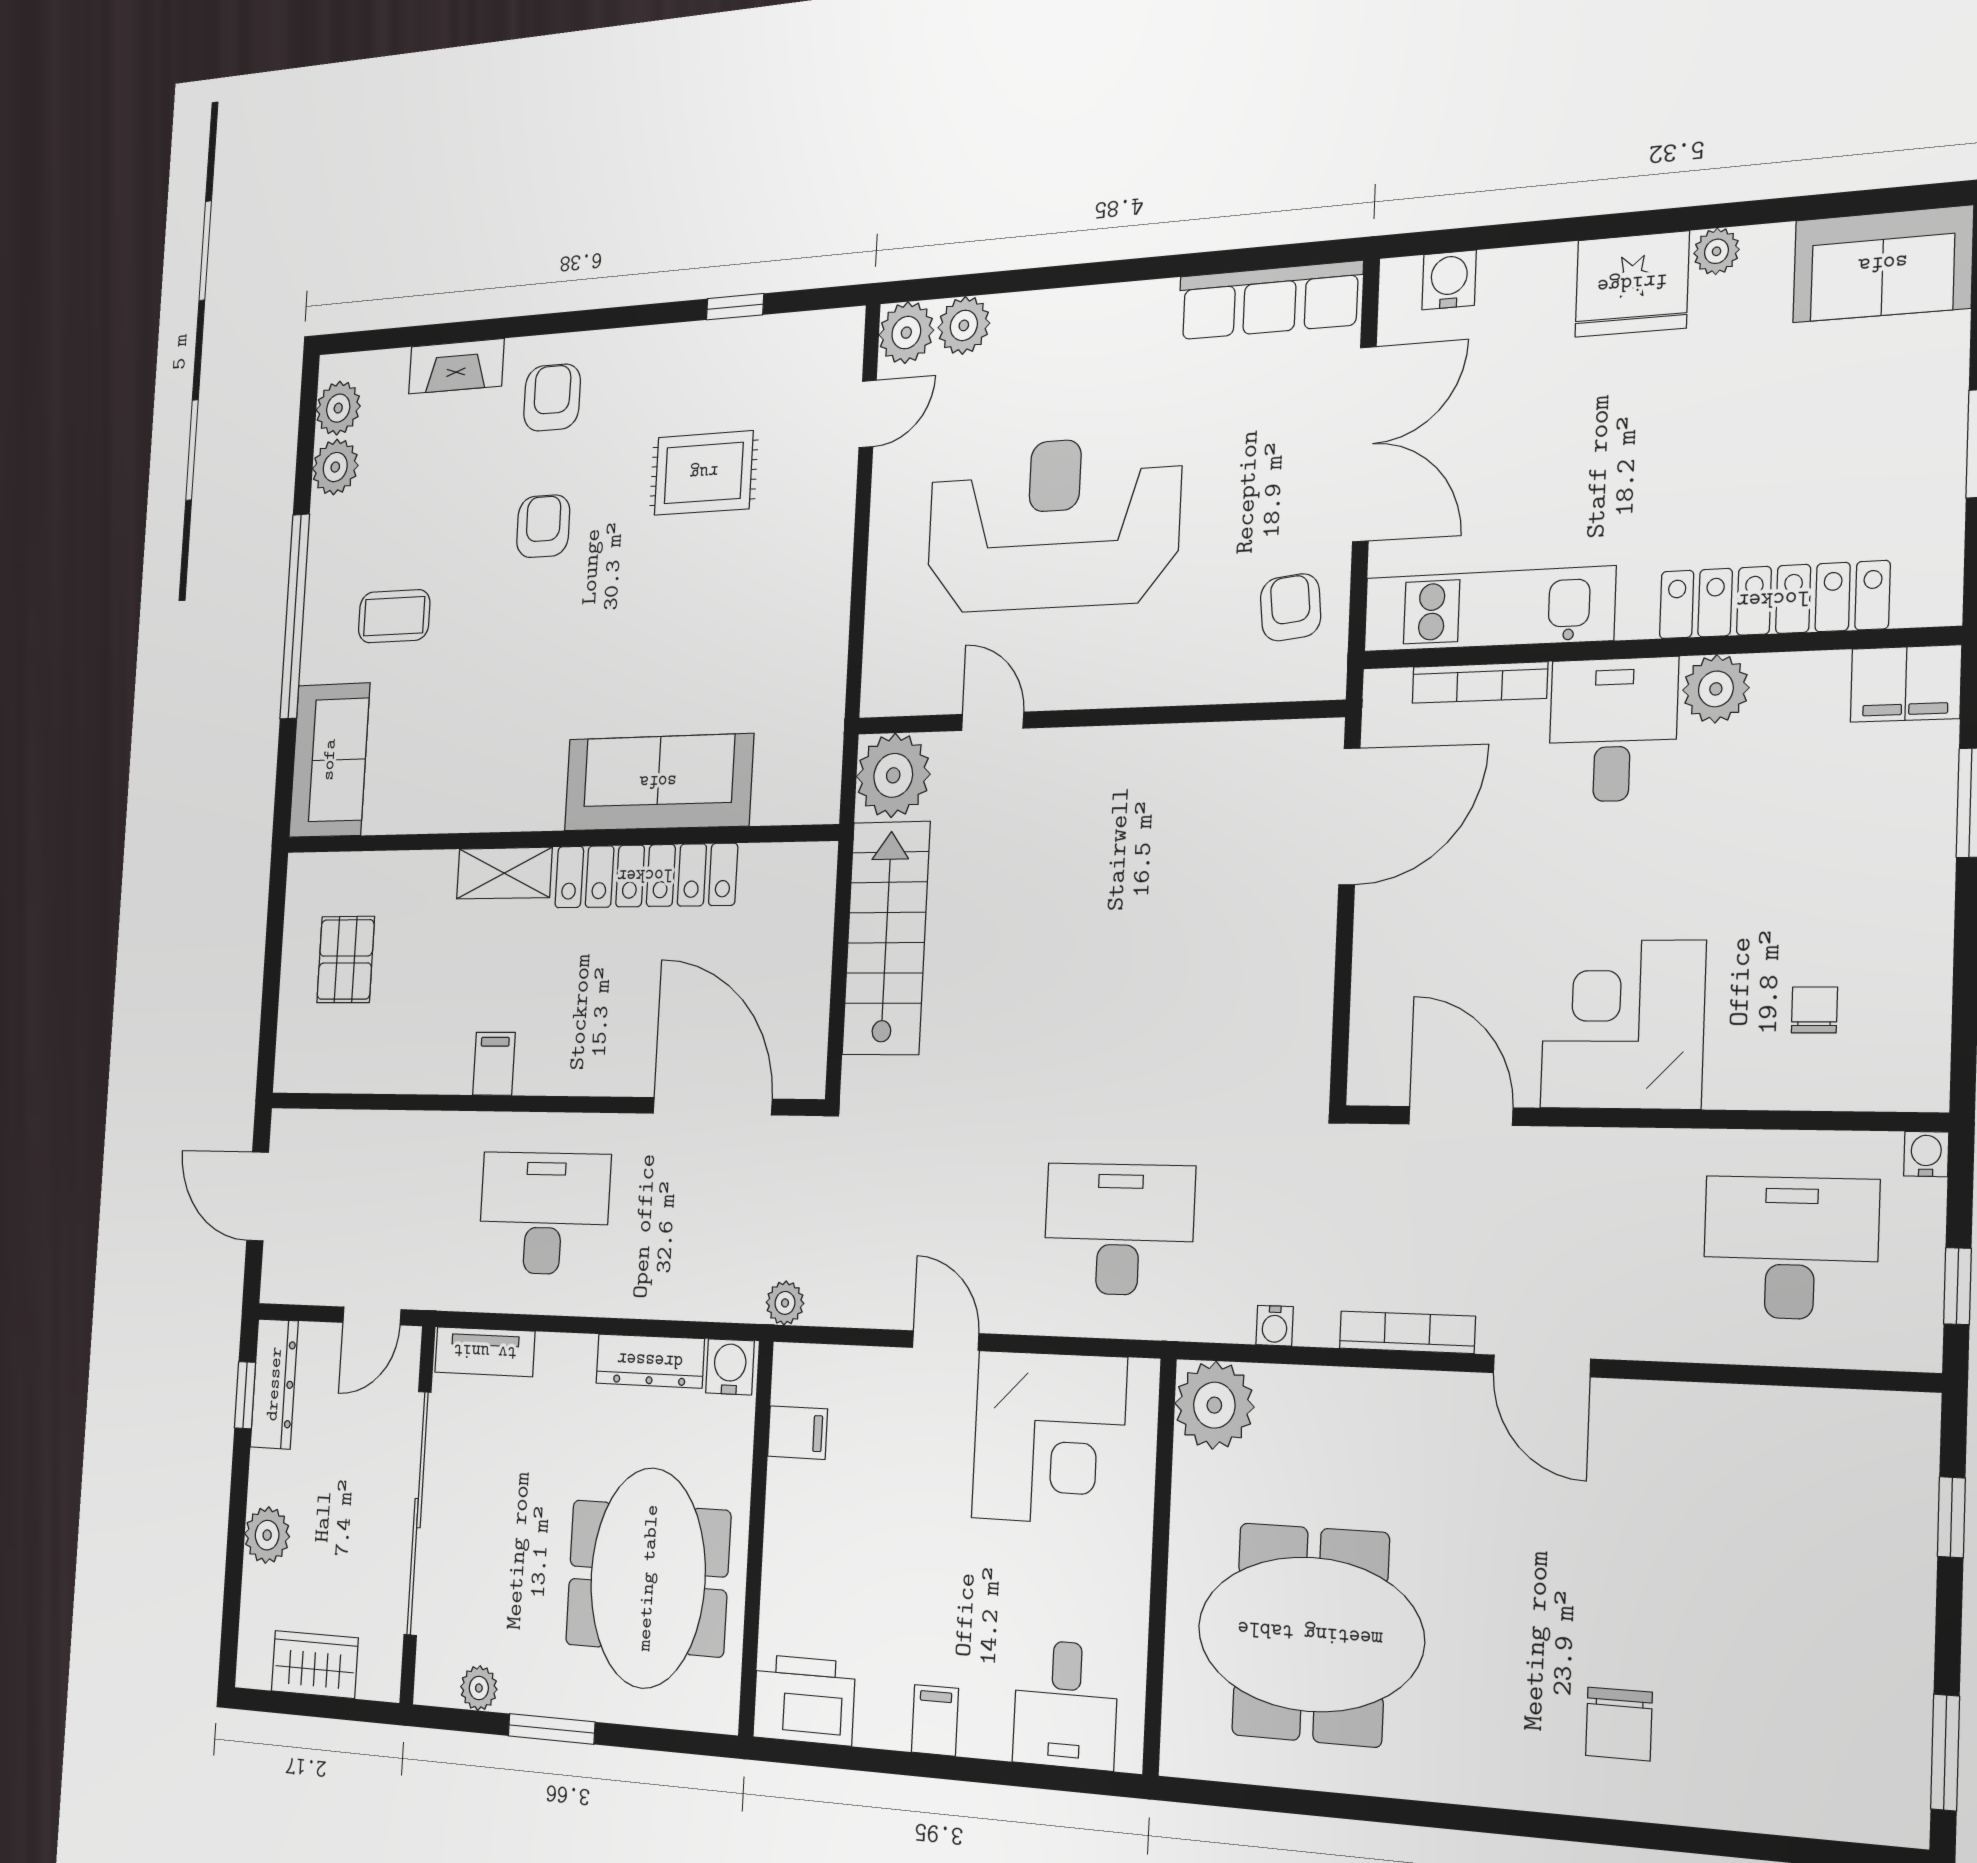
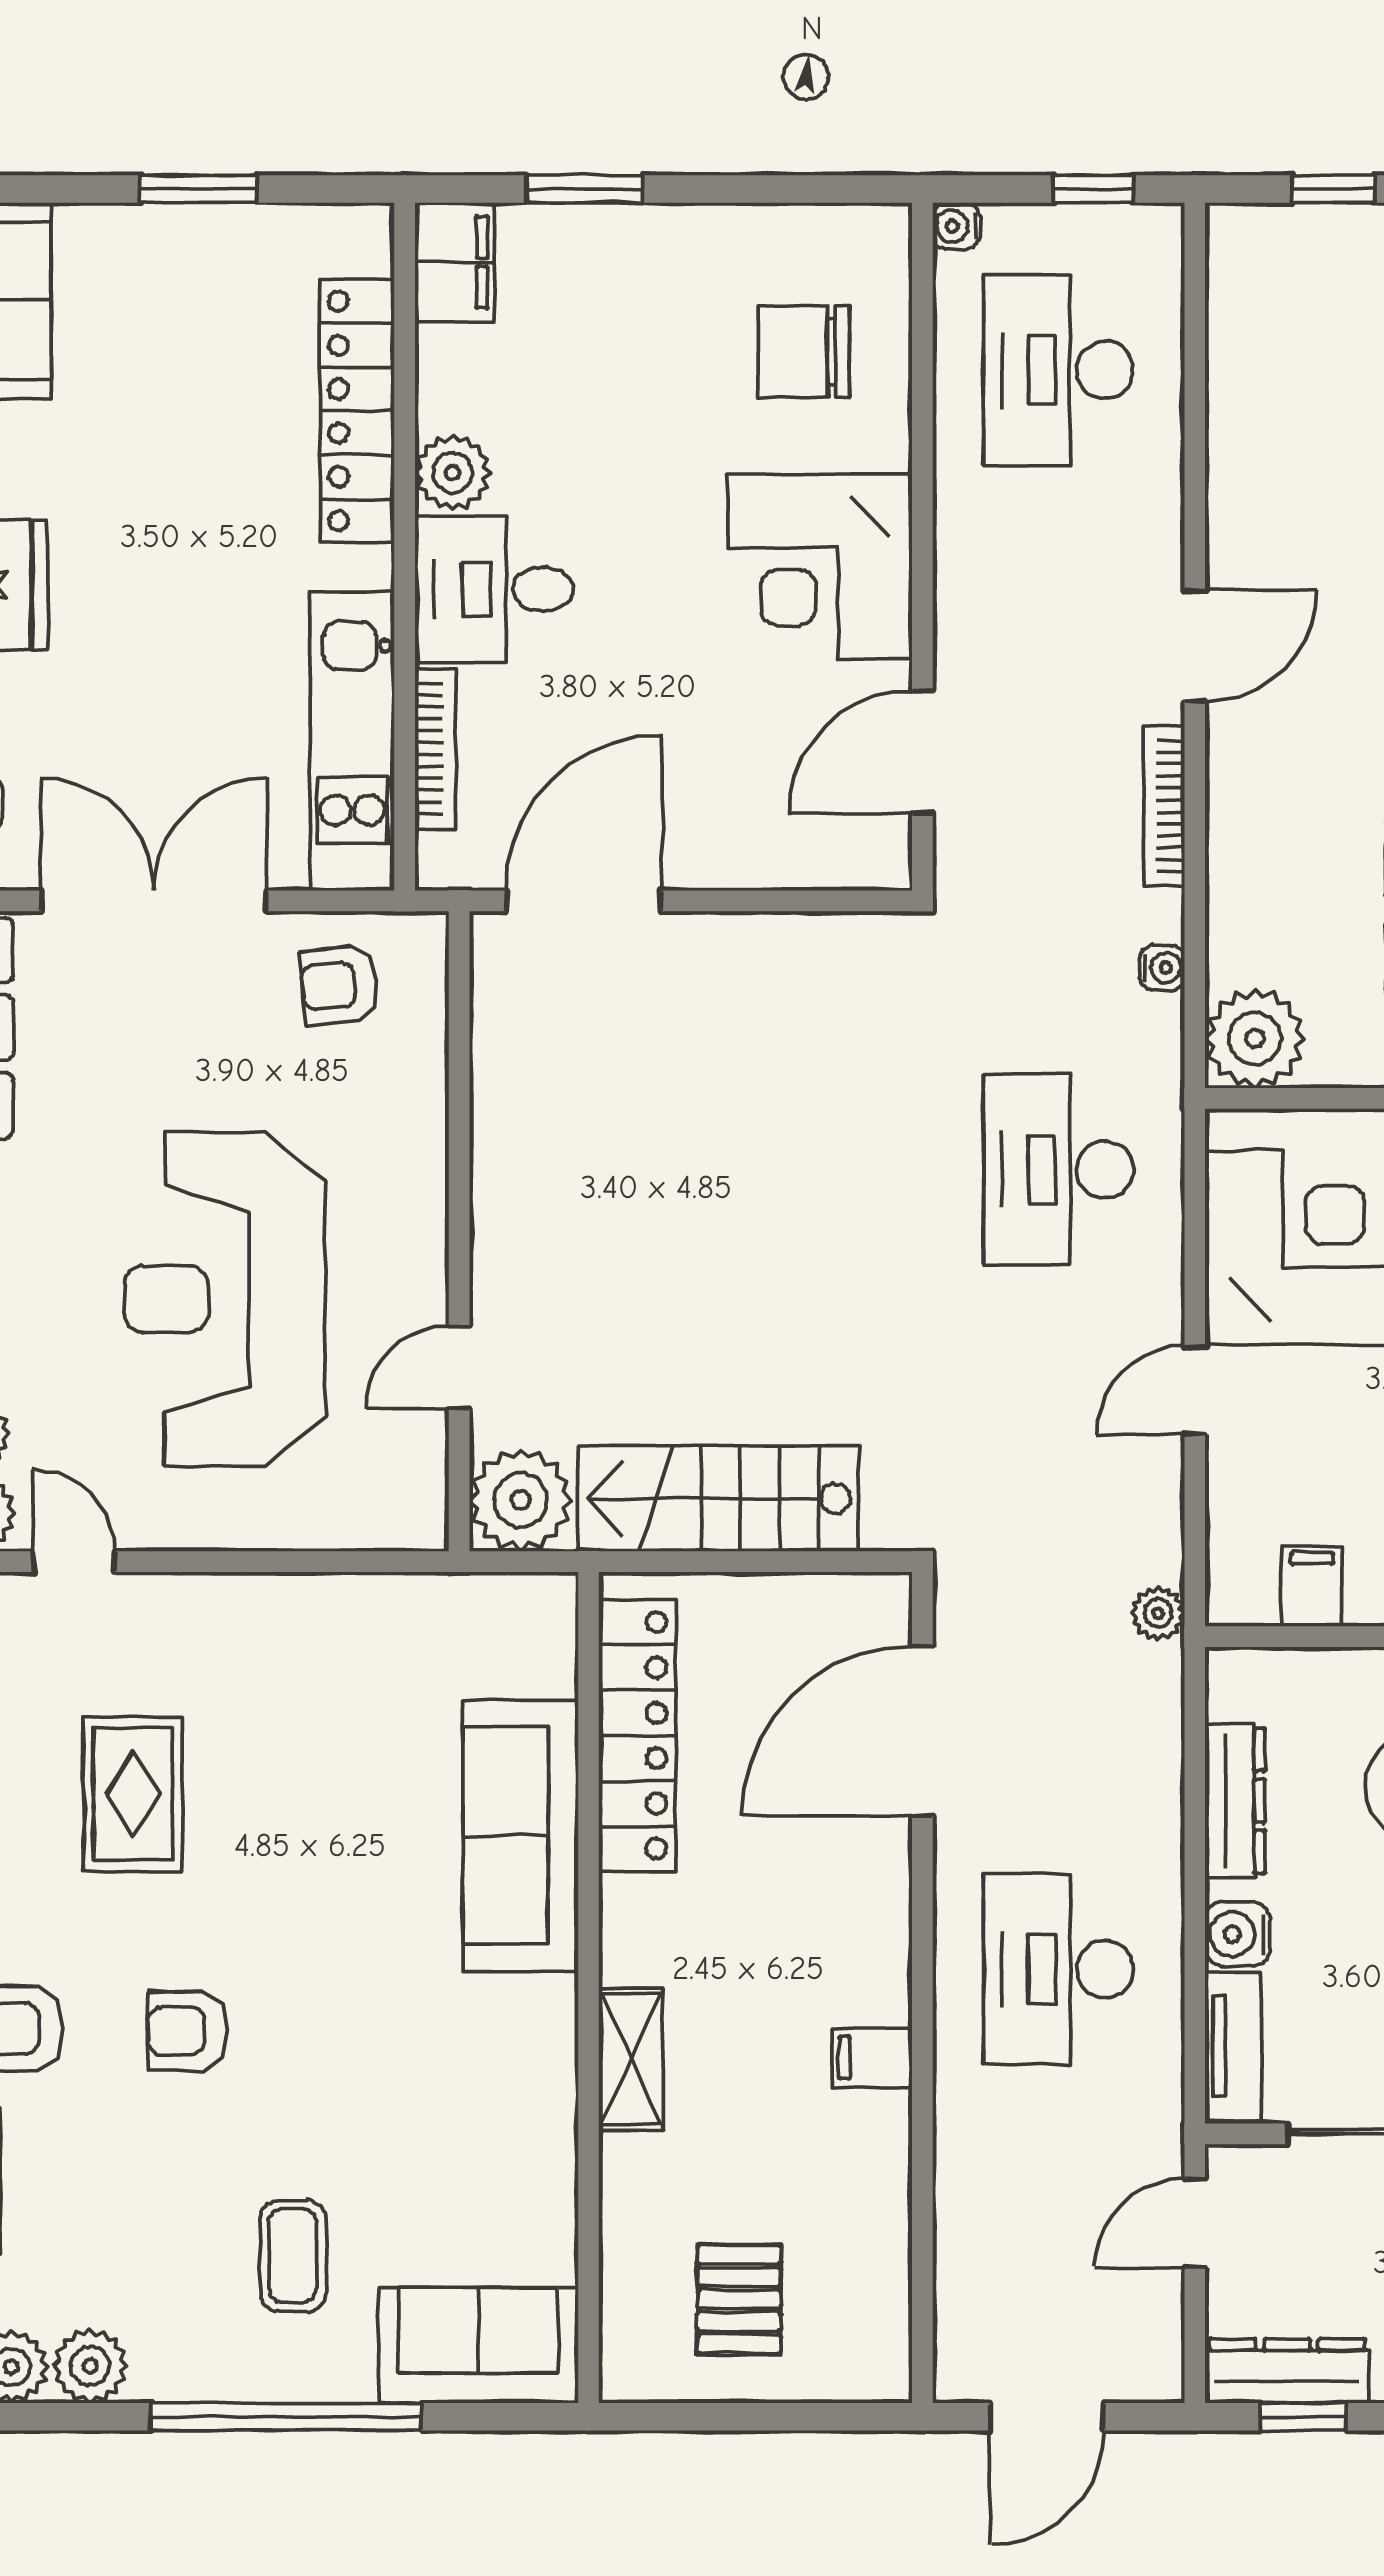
door: (1349, 816) -> (583, 901), hinge flipped
locker: (645, 876) -> (637, 1735), moved
pallet: (346, 960) -> (739, 2299), turned 90
chair: (1814, 1010) -> (804, 352), width x1.87, depth x1.87
door: (372, 1316) -> (1195, 2223), swing flipped
water cooler: (730, 1367) -> (1238, 1934), moved

